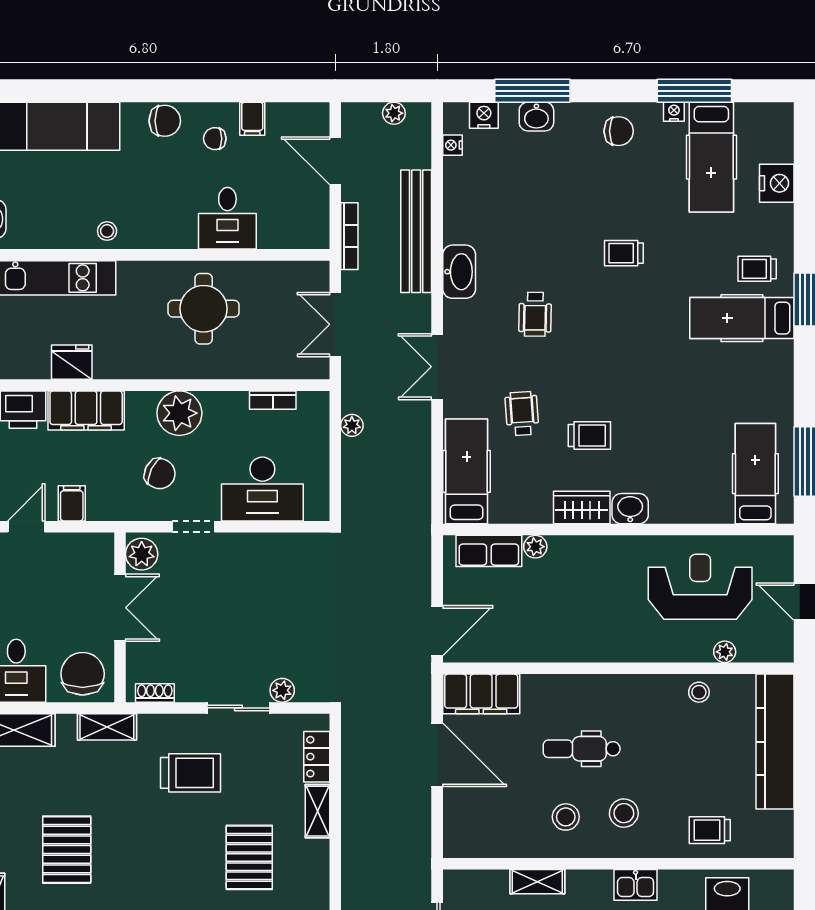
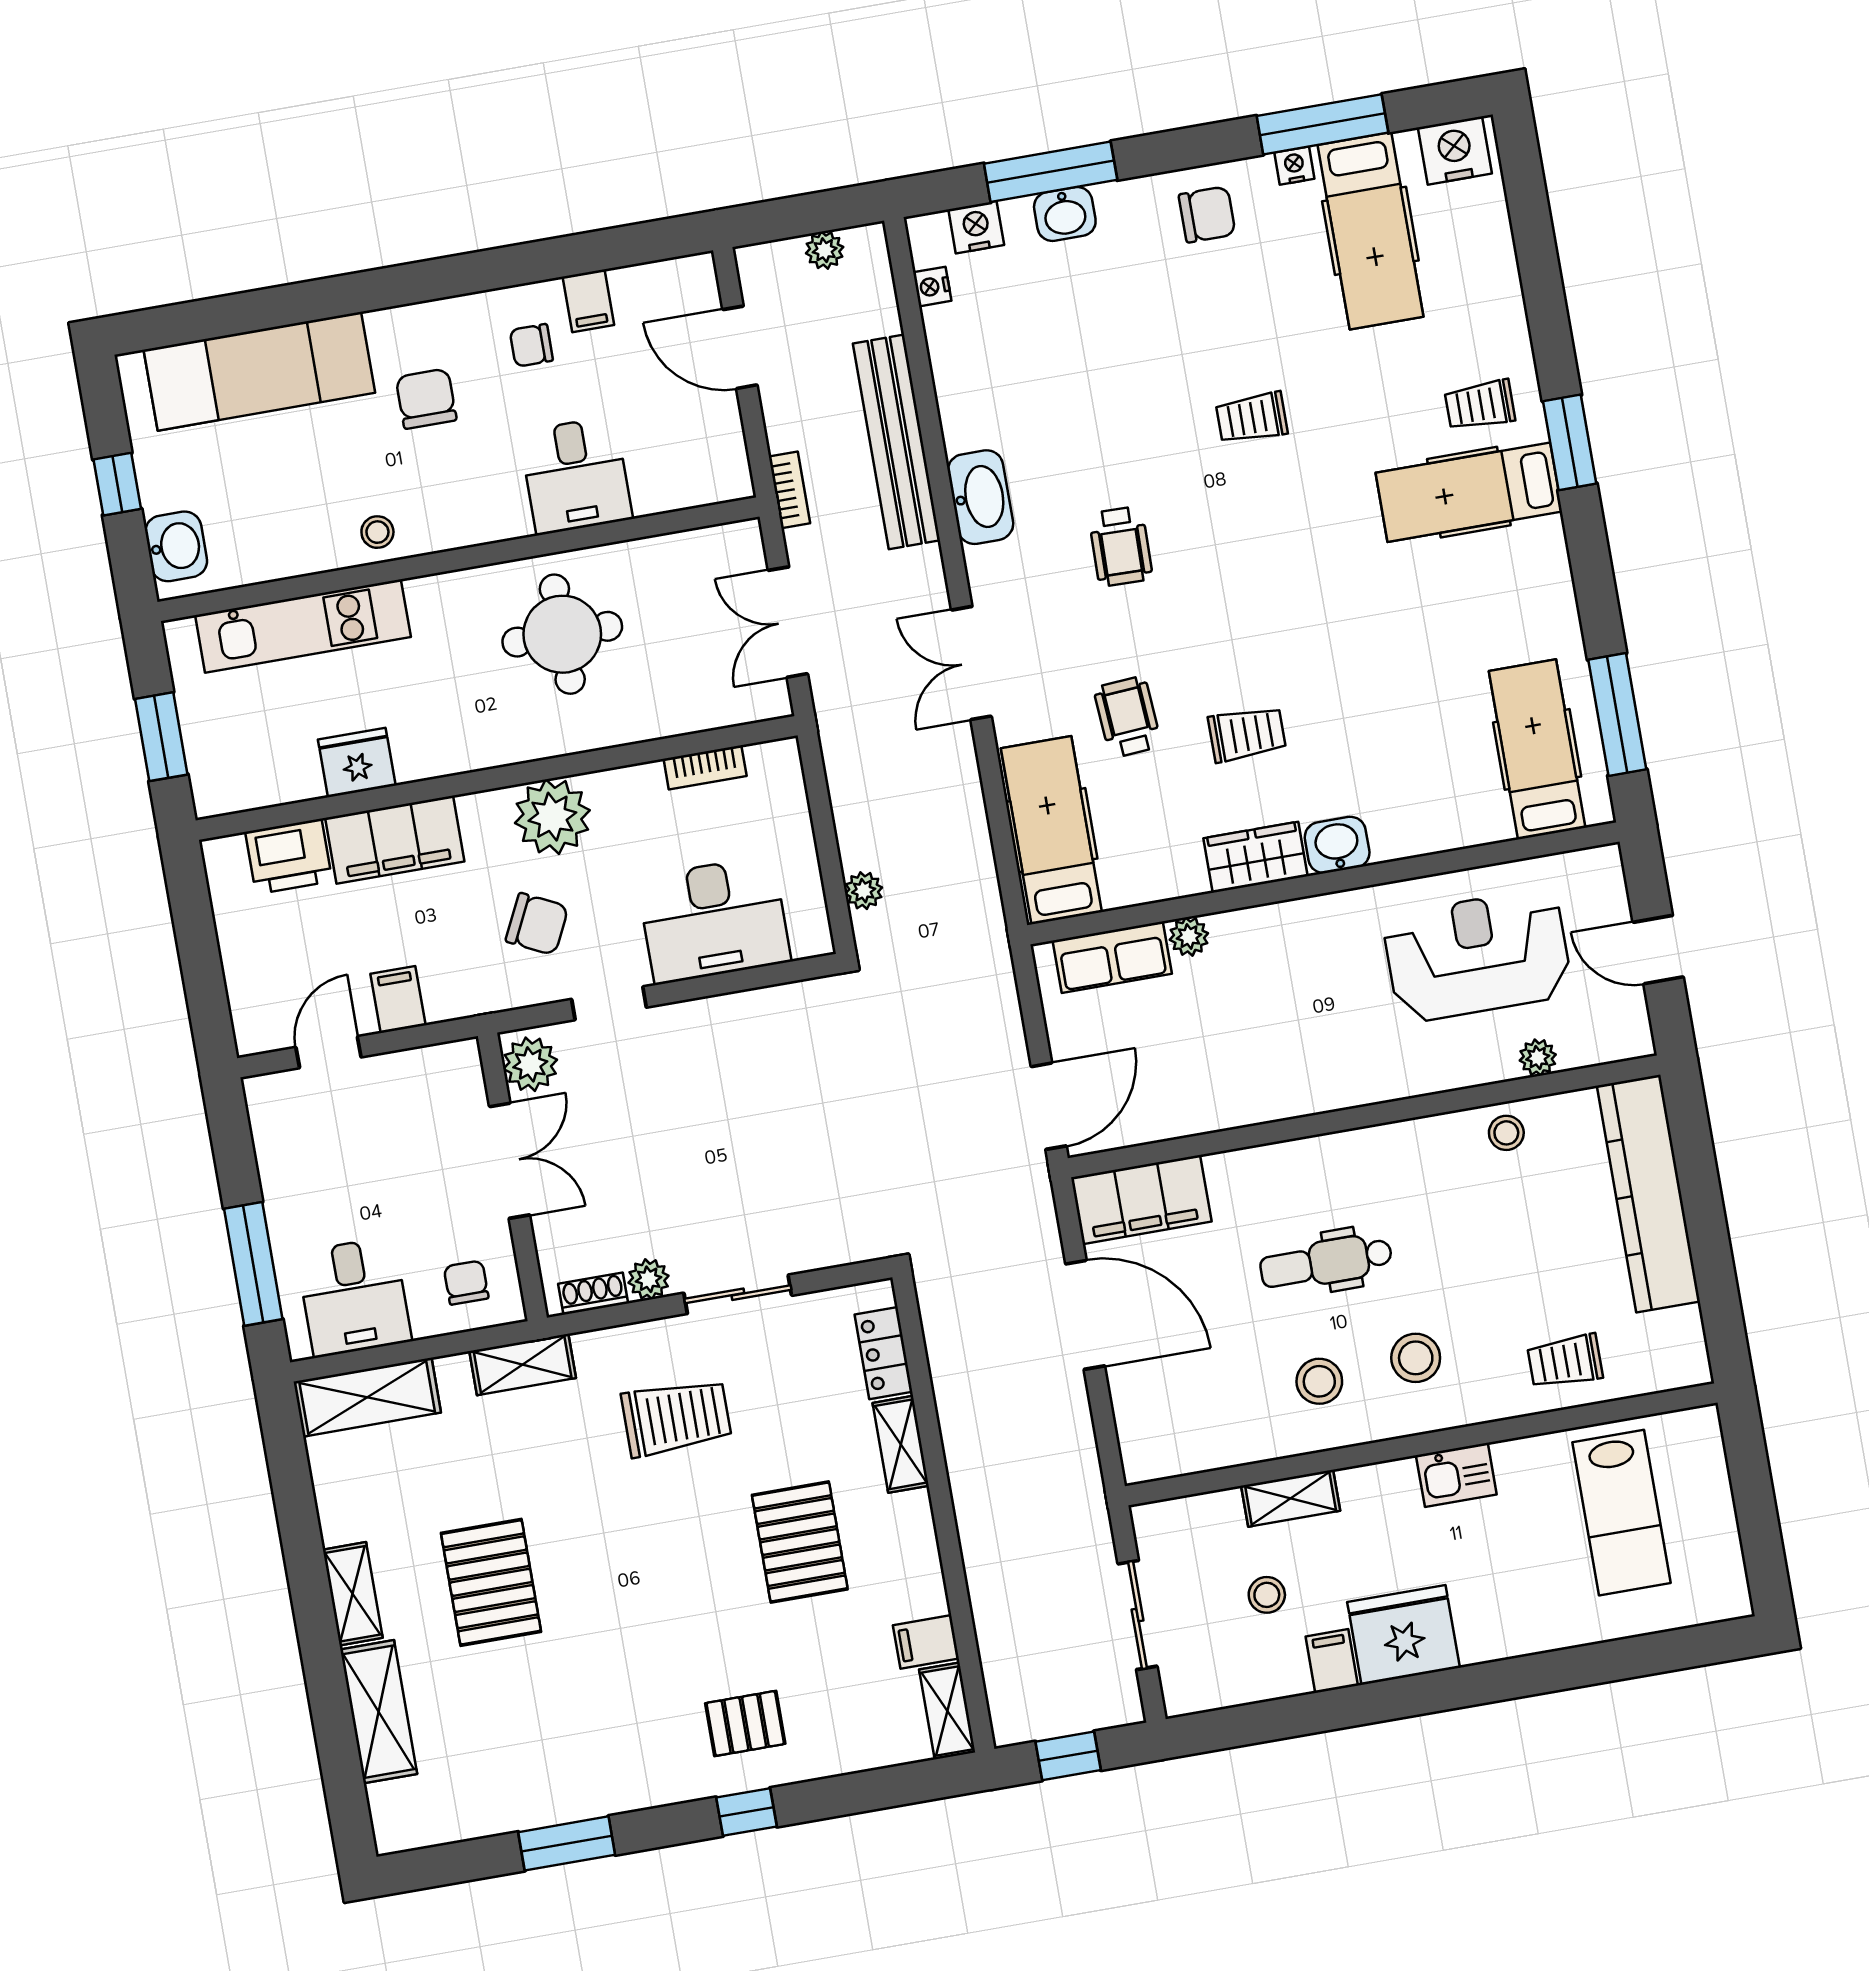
chair: (165, 121) -> (426, 399), moved, turned -90
nightstand: (777, 183) -> (1455, 150), moved, turned -90
bookcase: (349, 236) -> (789, 490), width x0.64
plant: (352, 425) -> (864, 891), moved
chair: (83, 674) -> (466, 1283), width x0.54, depth x0.54
plant: (282, 690) -> (649, 1279), moved

